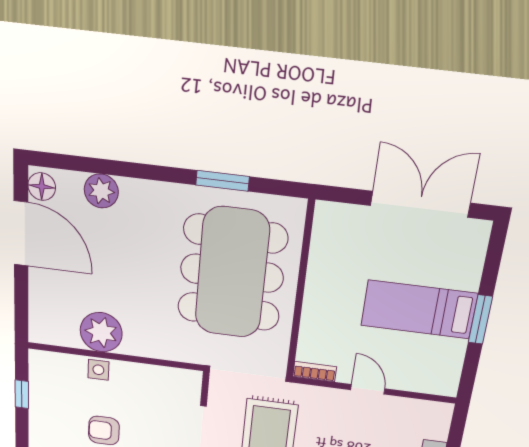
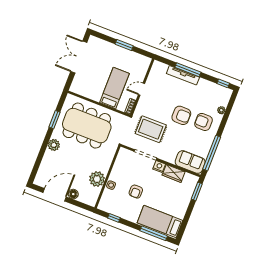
floor lamp: (42, 187) -> (73, 194), moved
plant: (101, 191) -> (54, 145), moved
bed: (419, 309) -> (114, 88), moved, turned 180

